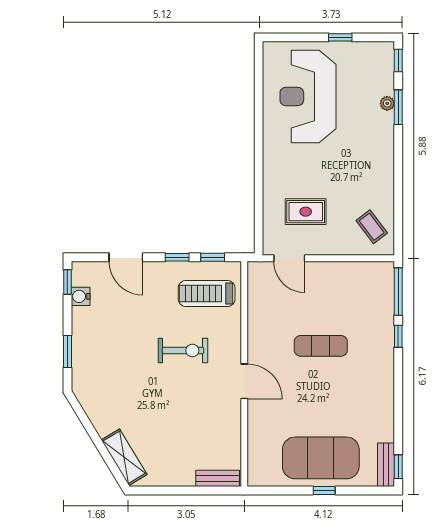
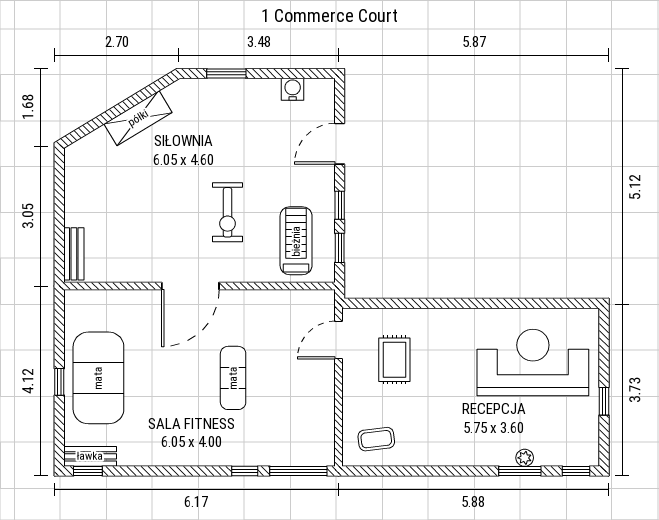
coffee table: (372, 227) -> (376, 439), turned 30
window: (67, 282) -> (310, 73), removed
door: (244, 381) -> (190, 286), width x1.36
shelving: (124, 457) -> (138, 118), moved

